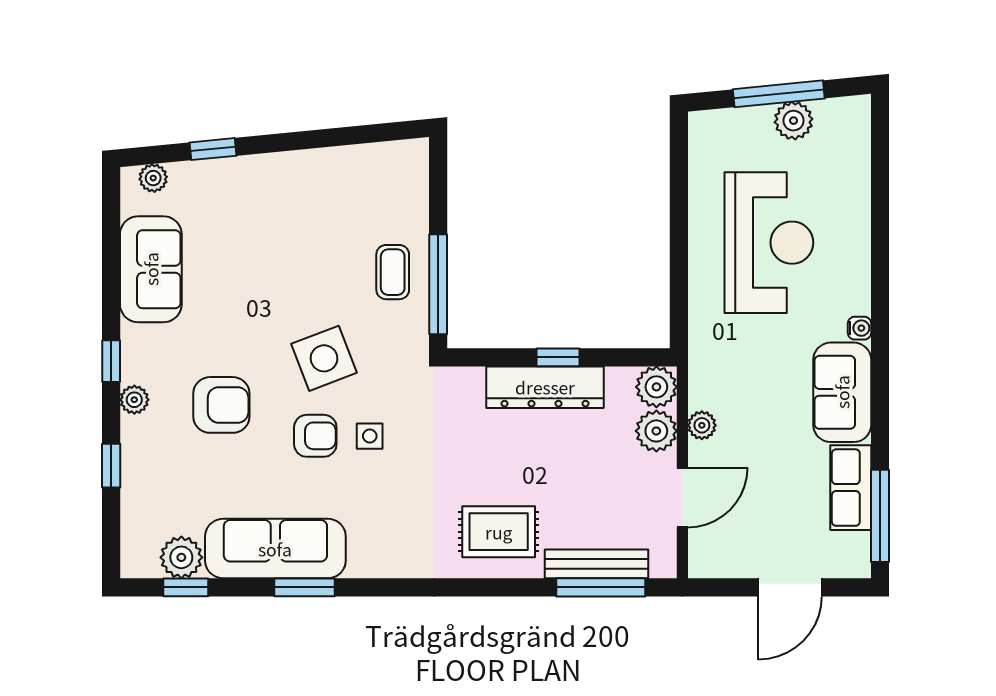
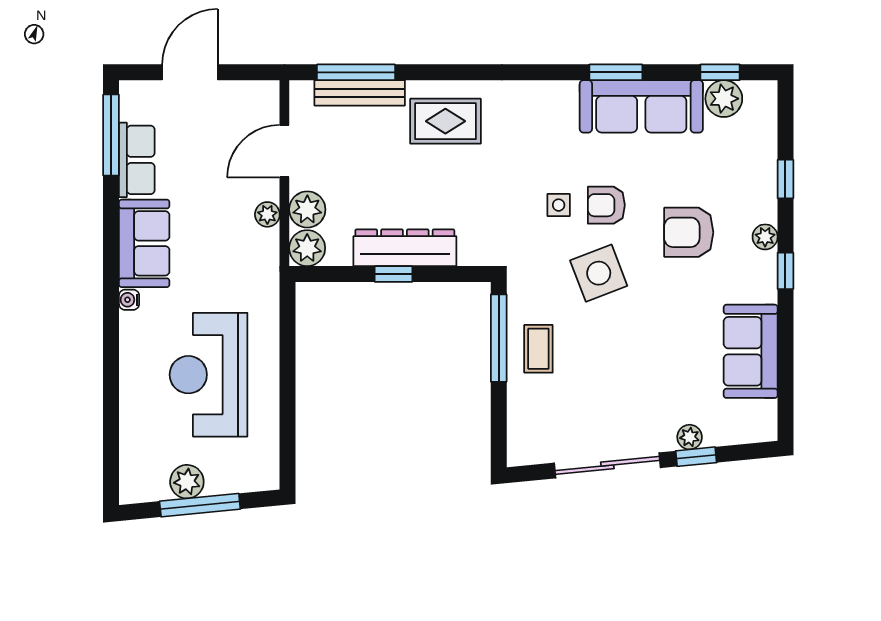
sliding door: (314, 139) -> (607, 465), added
plant: (153, 178) -> (690, 437), moved

